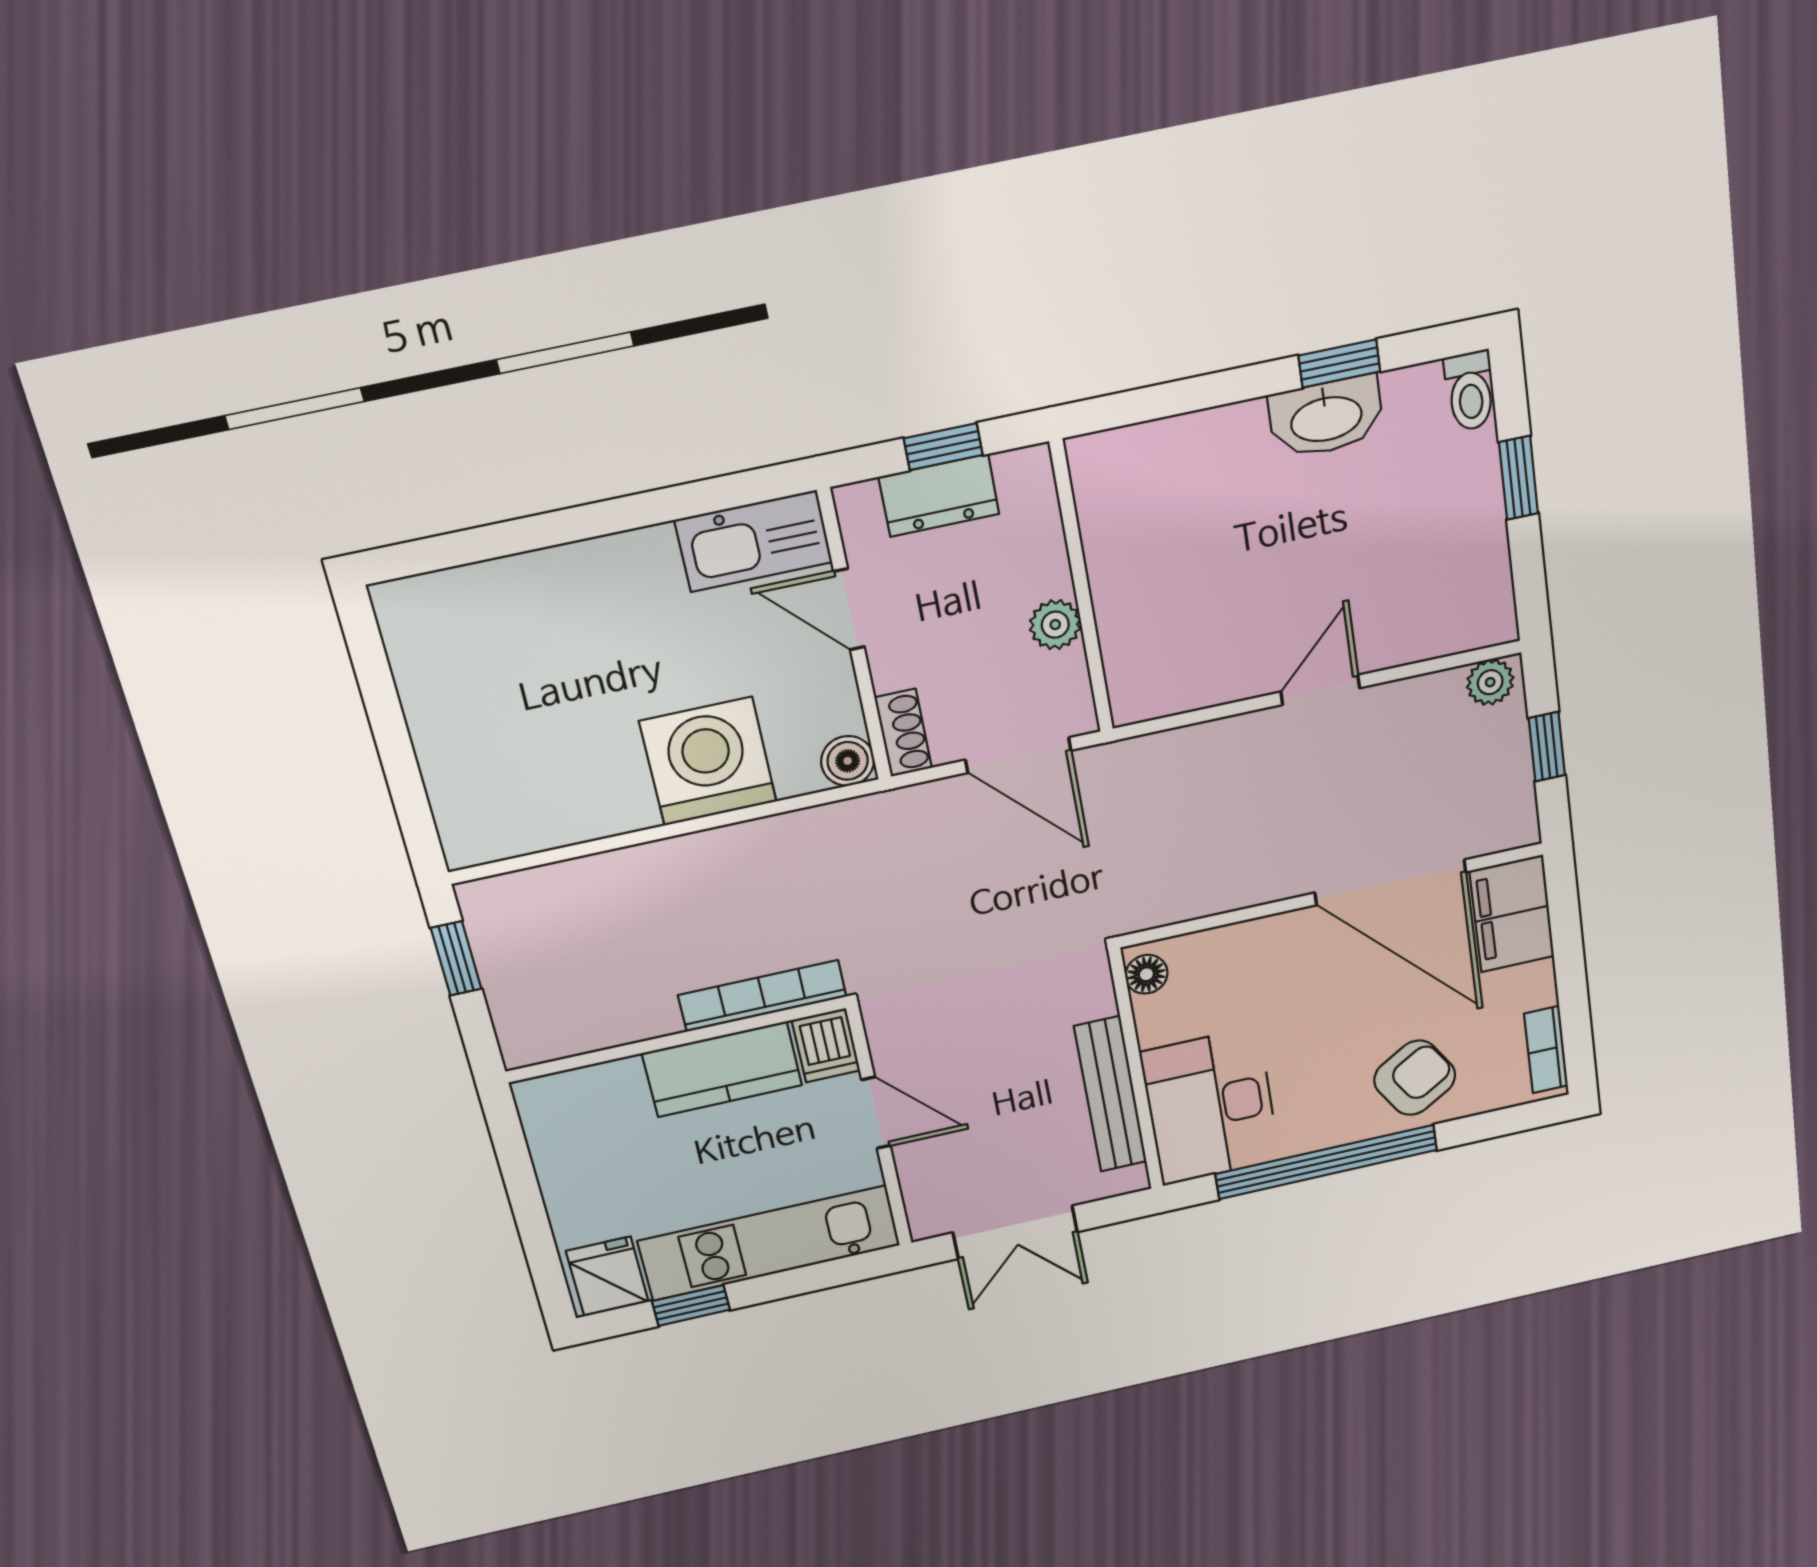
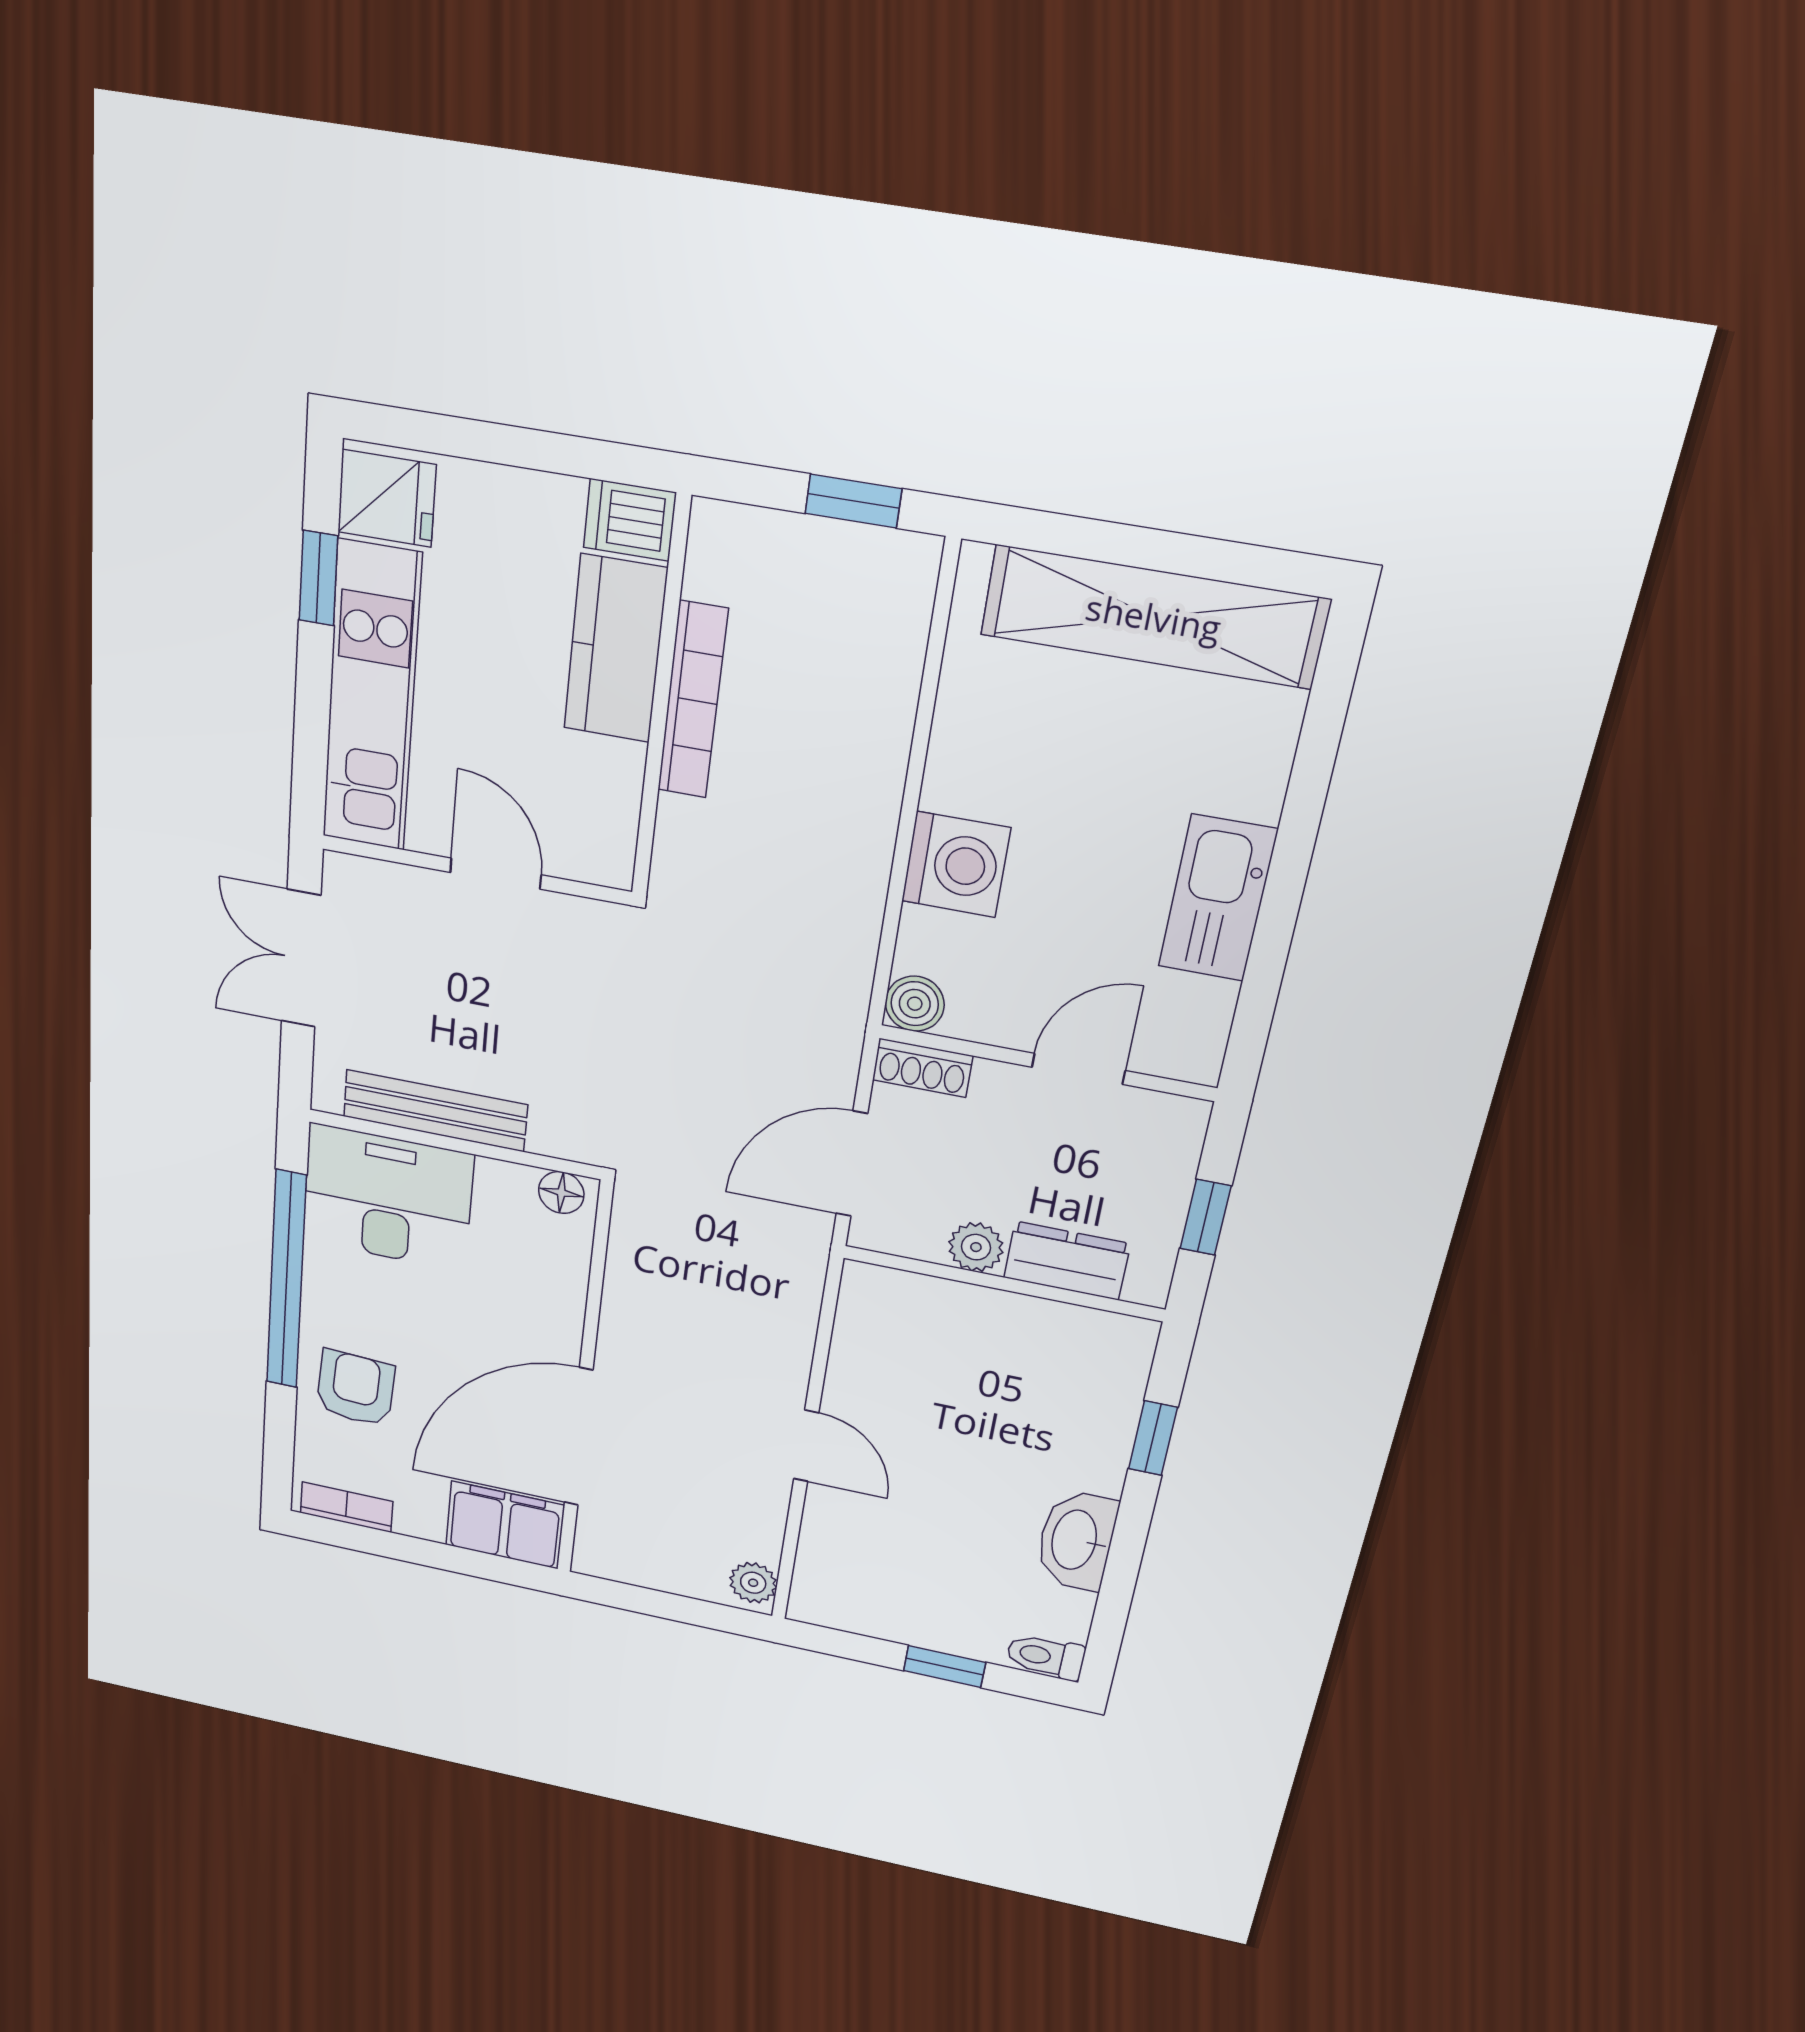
window: (1339, 364) -> (1153, 1438), moved
dresser: (939, 495) -> (1067, 1261), moved, turned 90
kitchen sink: (754, 541) -> (1218, 898), moved
shelving: (442, 710) -> (1154, 617), added
window: (1547, 747) -> (668, 1606), removed
washing machine: (708, 761) -> (956, 864), width x0.73, depth x0.73
bookcase: (762, 996) -> (693, 700), moved
dishwasher: (826, 1045) -> (630, 520), moved
kitchen counter: (722, 1069) -> (615, 649), moved
armchair: (1415, 1078) -> (356, 1388), turned -145
door: (876, 1113) -> (496, 874), swing flipped

